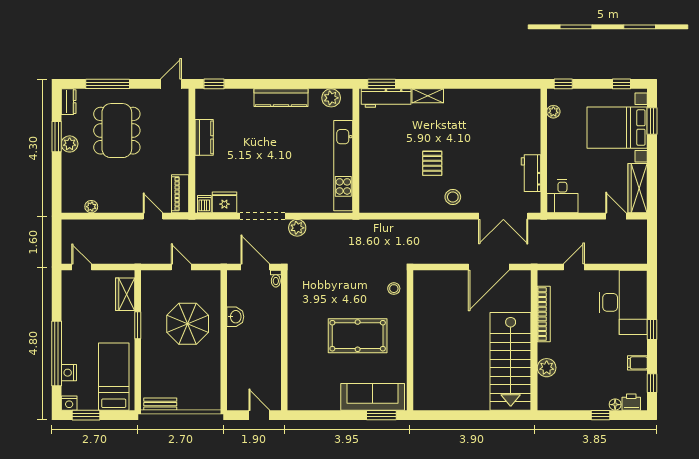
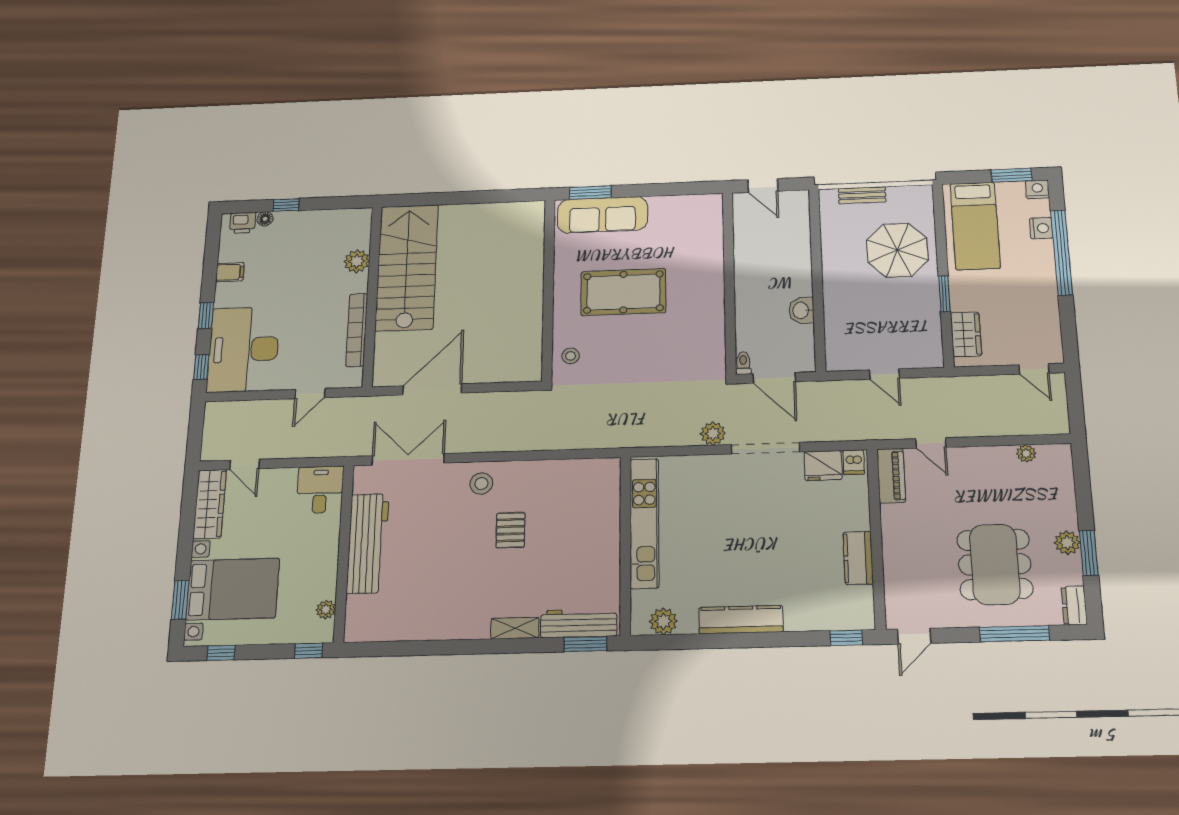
workbench: (531, 173) -> (368, 543), width x1.88, depth x1.32
parasol: (188, 324) -> (897, 250), moved
window: (652, 383) -> (201, 367), moved
bench: (160, 404) -> (862, 195), moved

